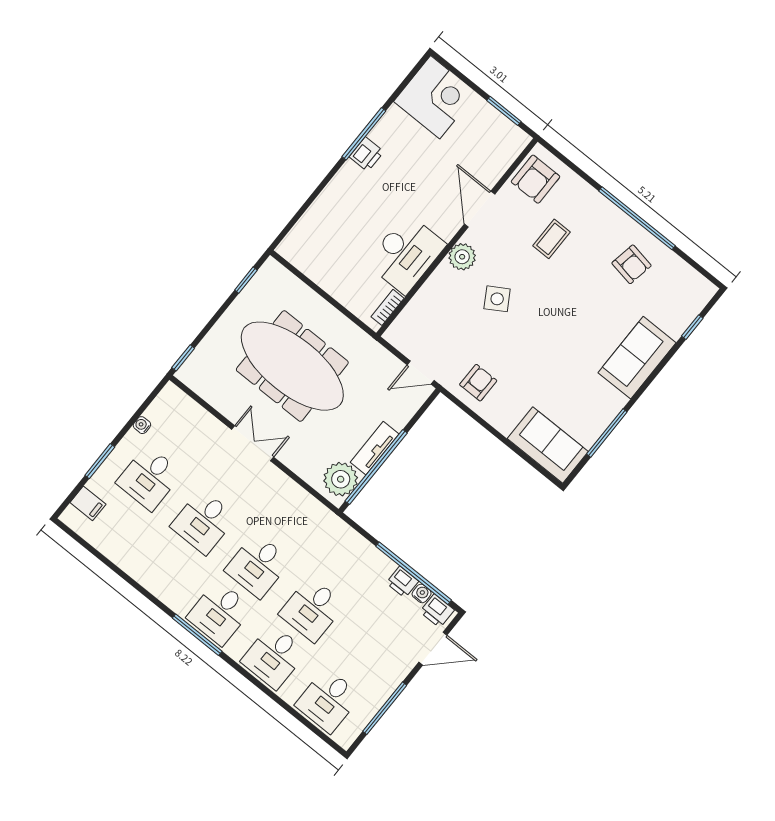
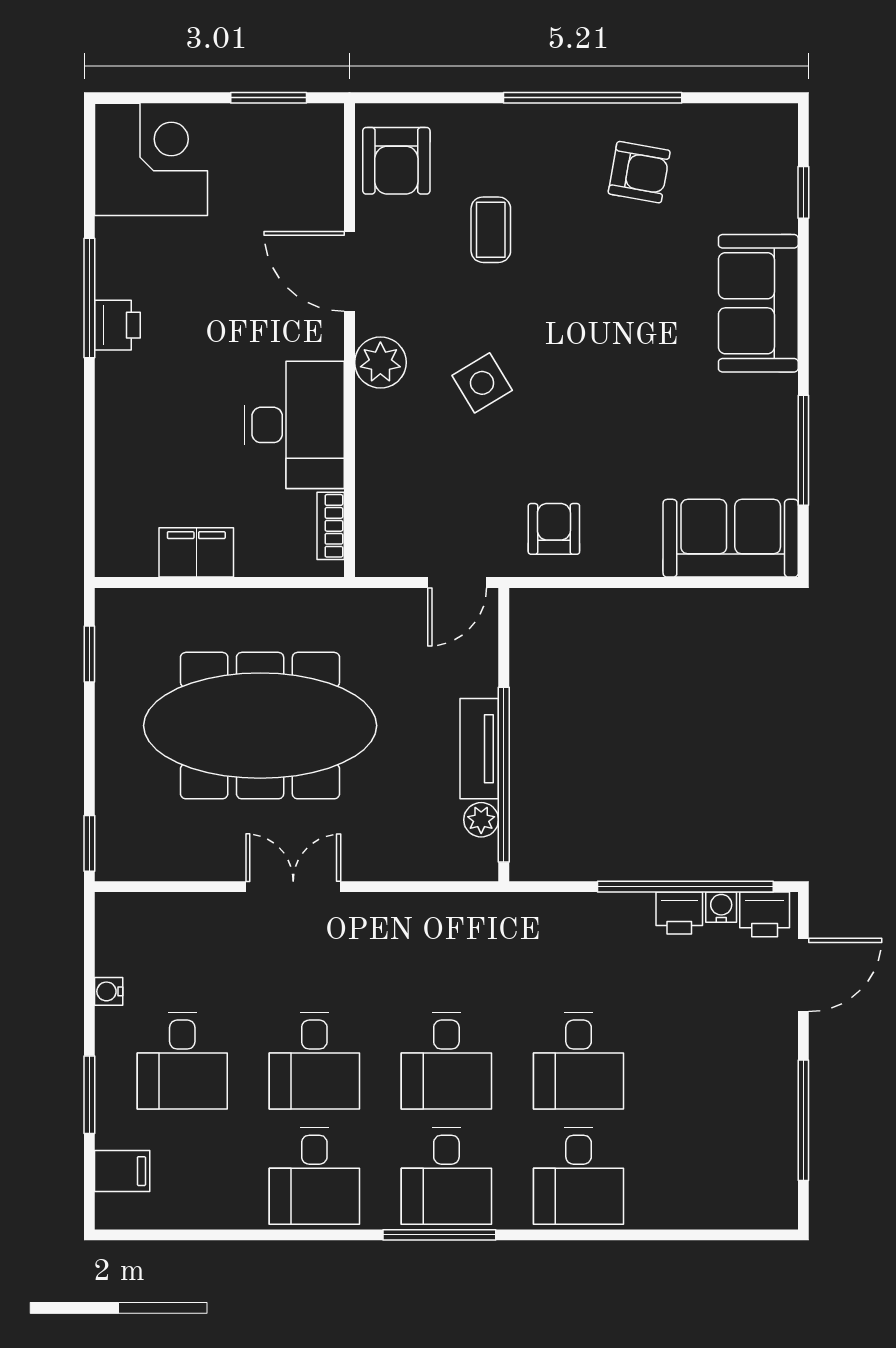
filing cabinet: (323, 274) -> (196, 552), added
plant: (341, 479) -> (481, 820), width x0.53, depth x0.53
desk: (328, 700) -> (314, 1176), moved

